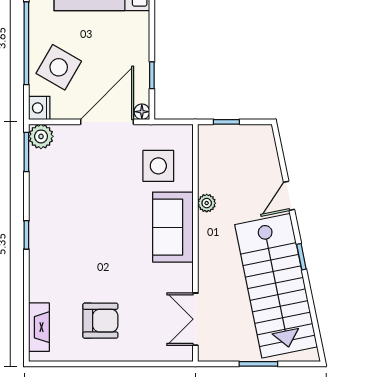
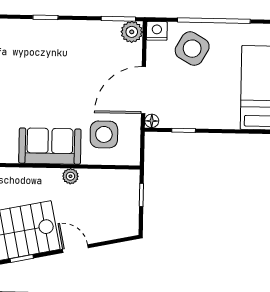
door: (107, 122) -> (143, 90), swing flipped

